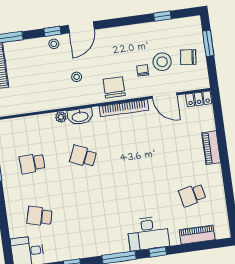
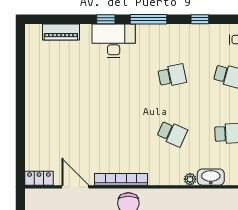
washbasin: (80, 116) -> (211, 177), moved
piano: (211, 148) -> (33, 124), removed
school desk: (192, 195) -> (172, 76), moved

